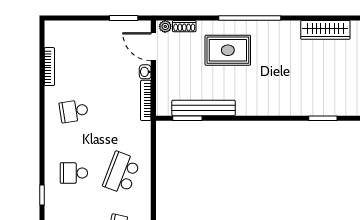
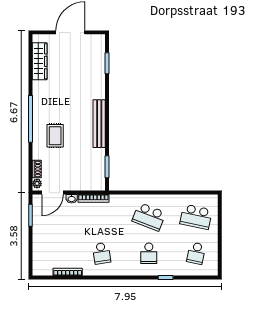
rug: (228, 50) -> (55, 136), width x0.73, depth x0.70
bench: (204, 108) -> (99, 124), moved

